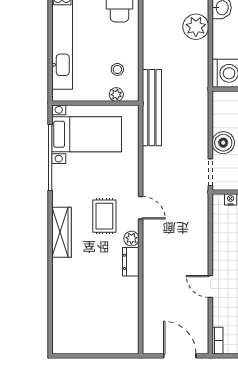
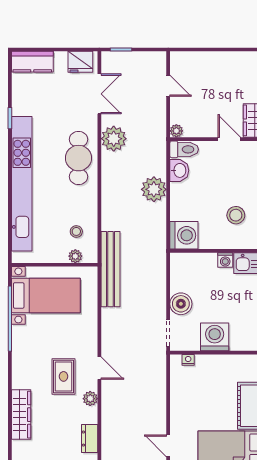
wardrobe: (61, 232) -> (21, 415), moved
dresser: (131, 262) -> (90, 439), moved

